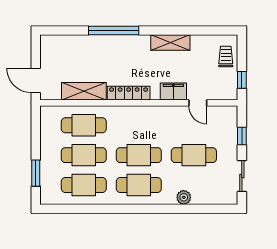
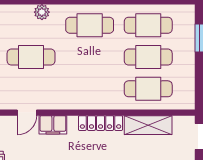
door: (198, 103) -> (27, 113), swing flipped
cafe table: (139, 155) -> (90, 57), removed

